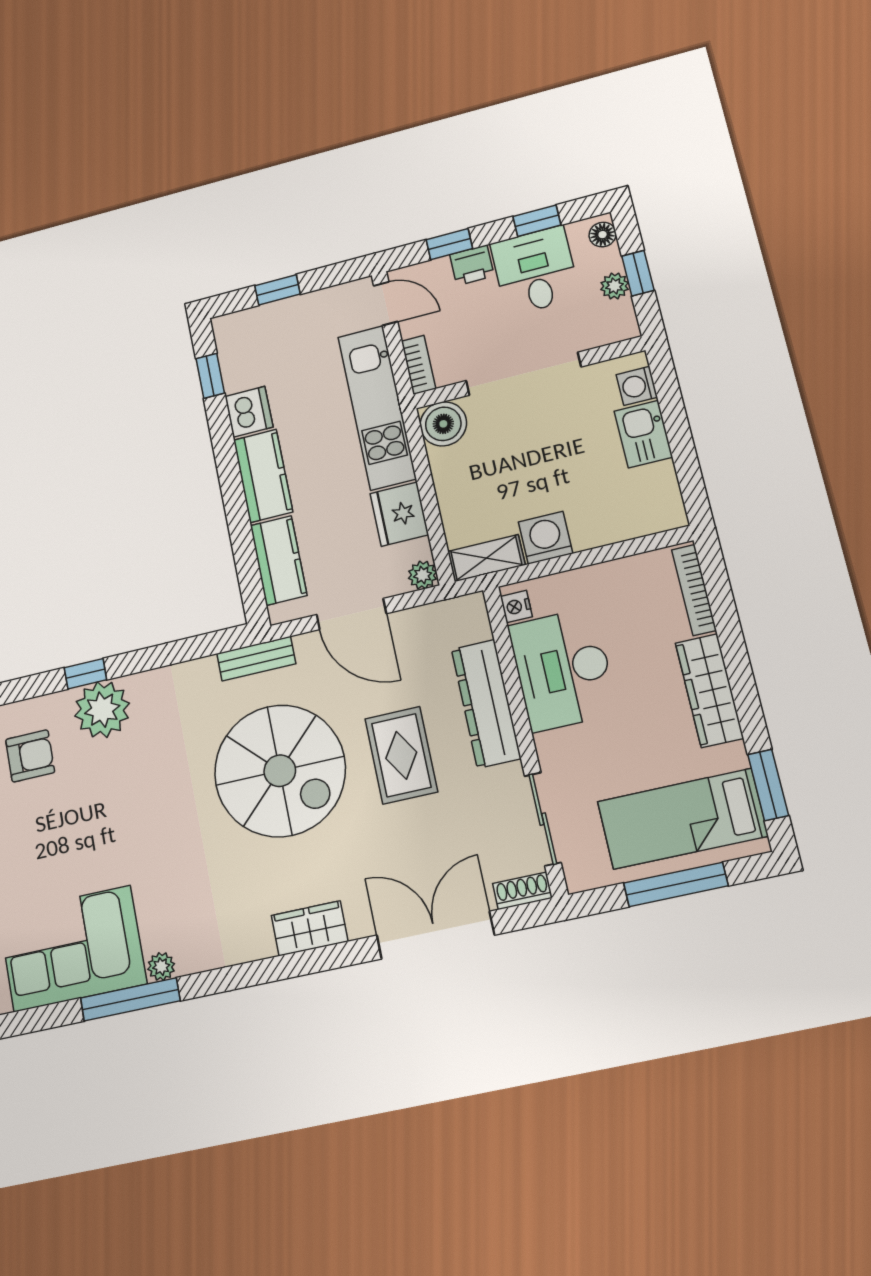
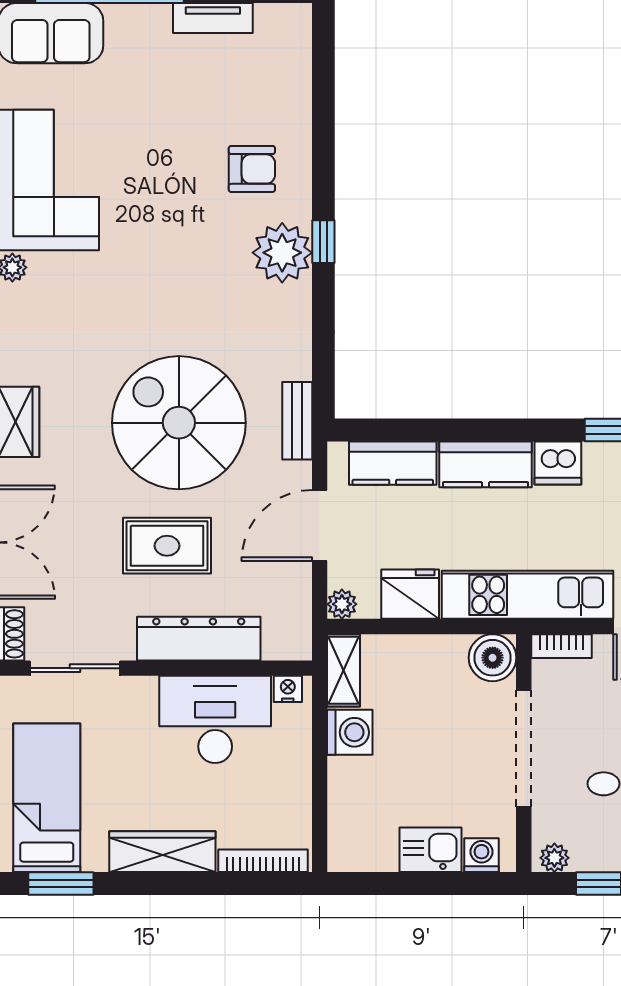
plant: (615, 286) -> (554, 858), moved
armchair: (30, 756) -> (252, 169), turned -90
spiral stairs: (280, 771) -> (179, 423), turned 90

